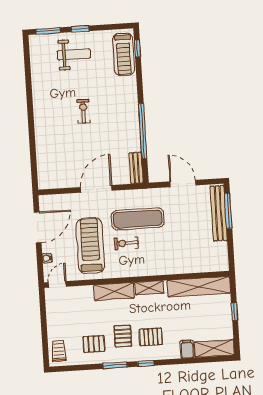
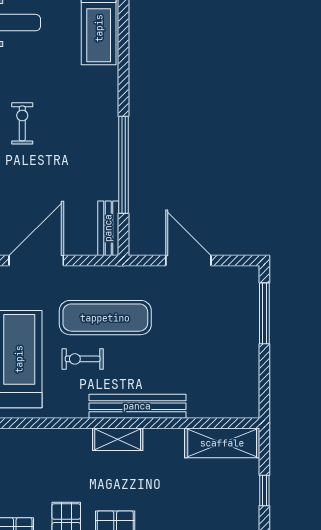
window: (137, 48) -> (124, 19), removed
bench: (219, 213) -> (137, 406), moved, turned 90
shelving: (199, 287) -> (222, 443), width x0.68
shelving: (114, 292) -> (56, 442), removed

